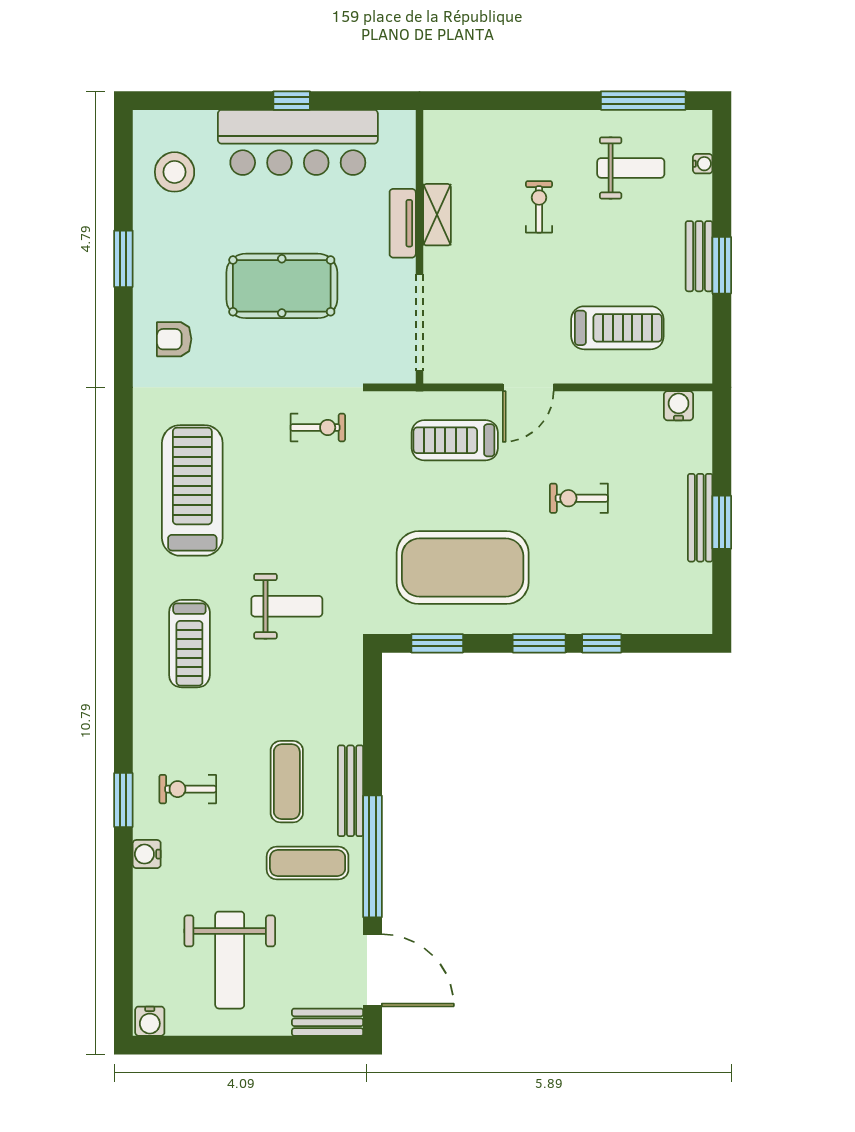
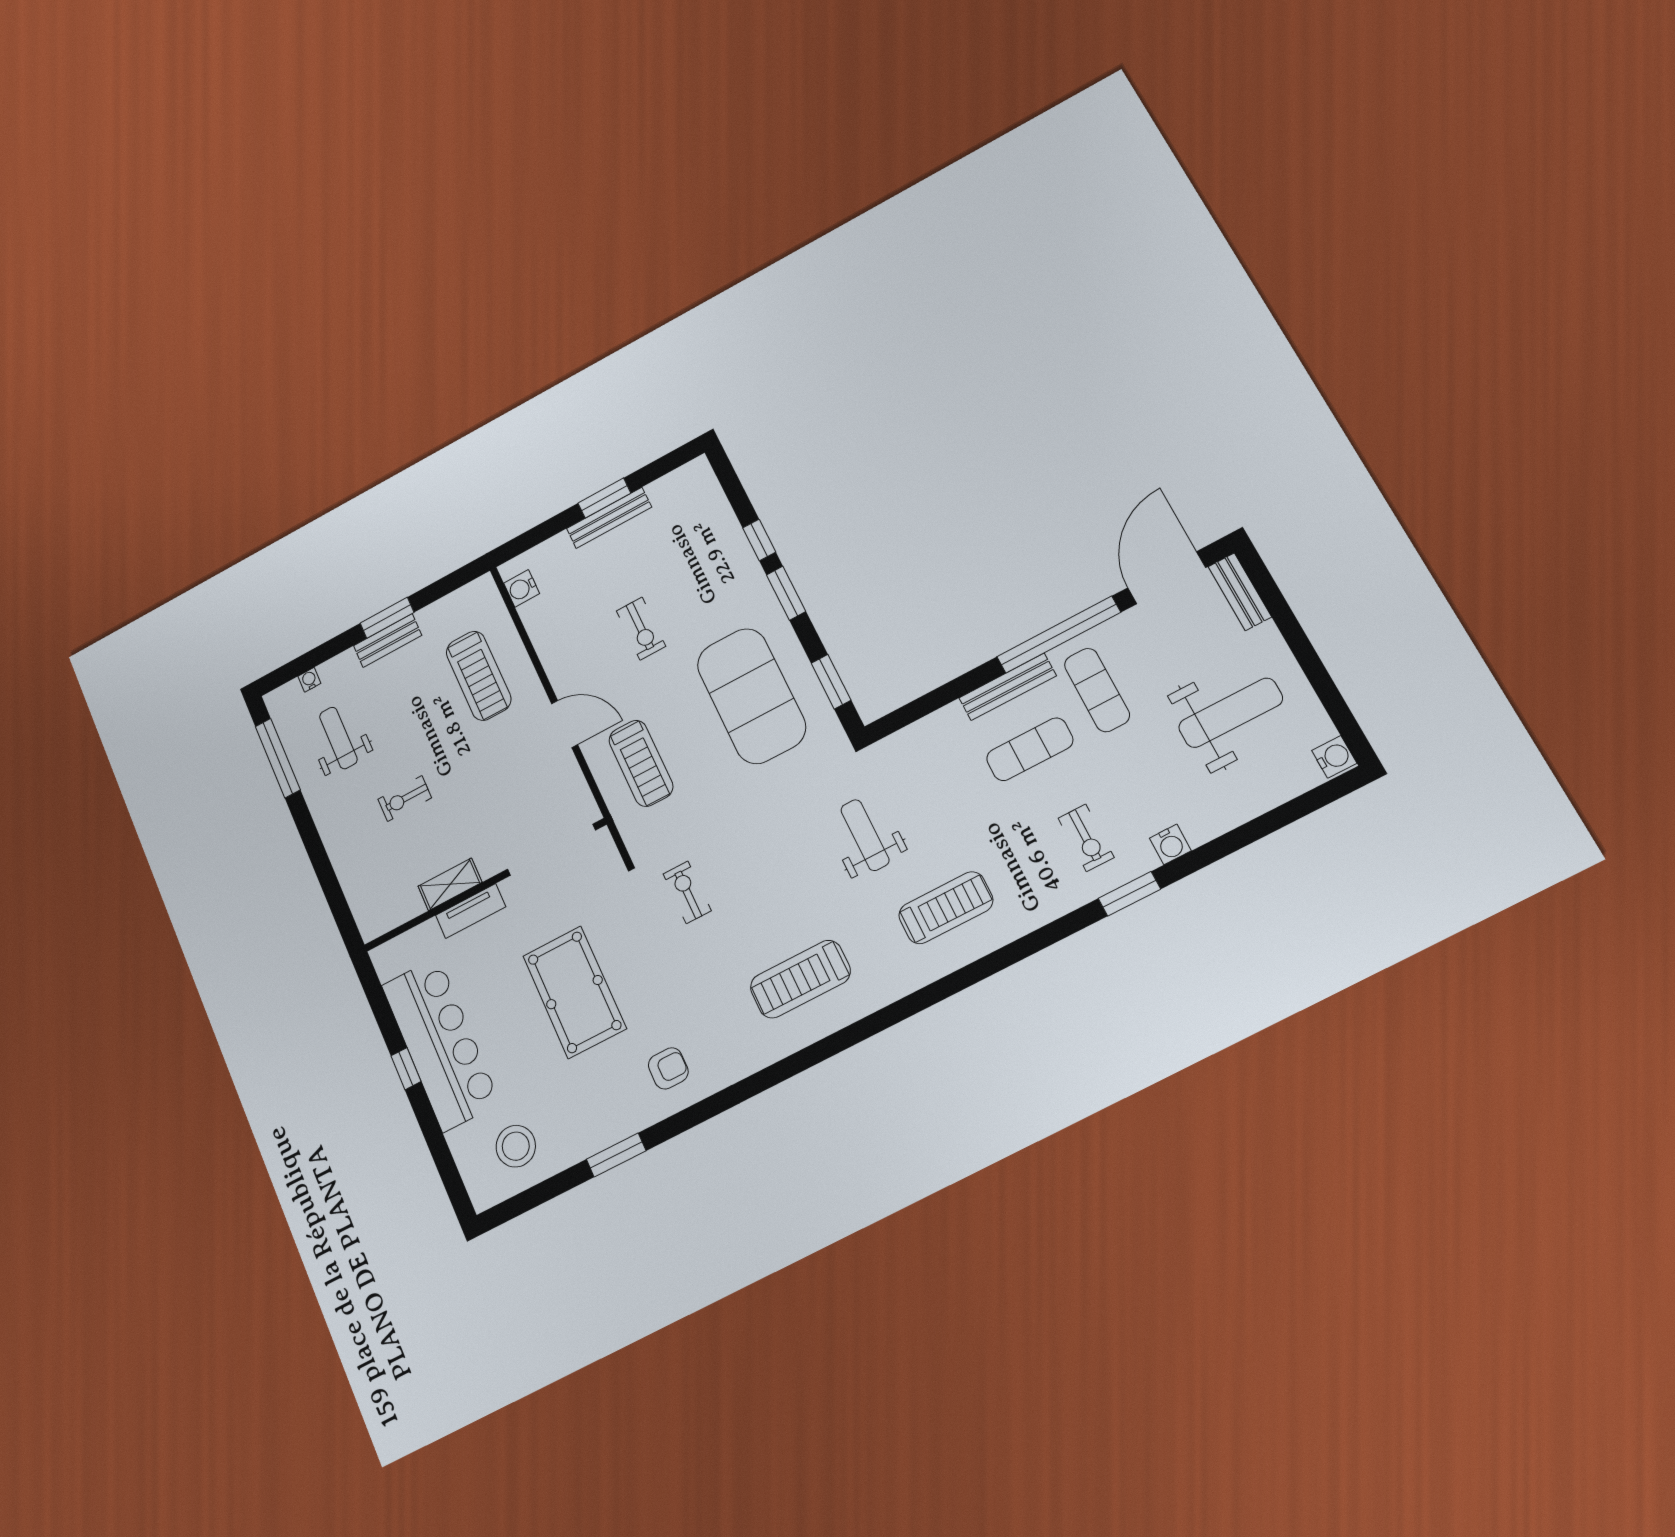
treadmill: (617, 328) -> (479, 676), turned 180
armchair: (174, 339) -> (668, 1068), turned -90
treadmill: (192, 490) -> (800, 979), width x0.73, depth x0.73

